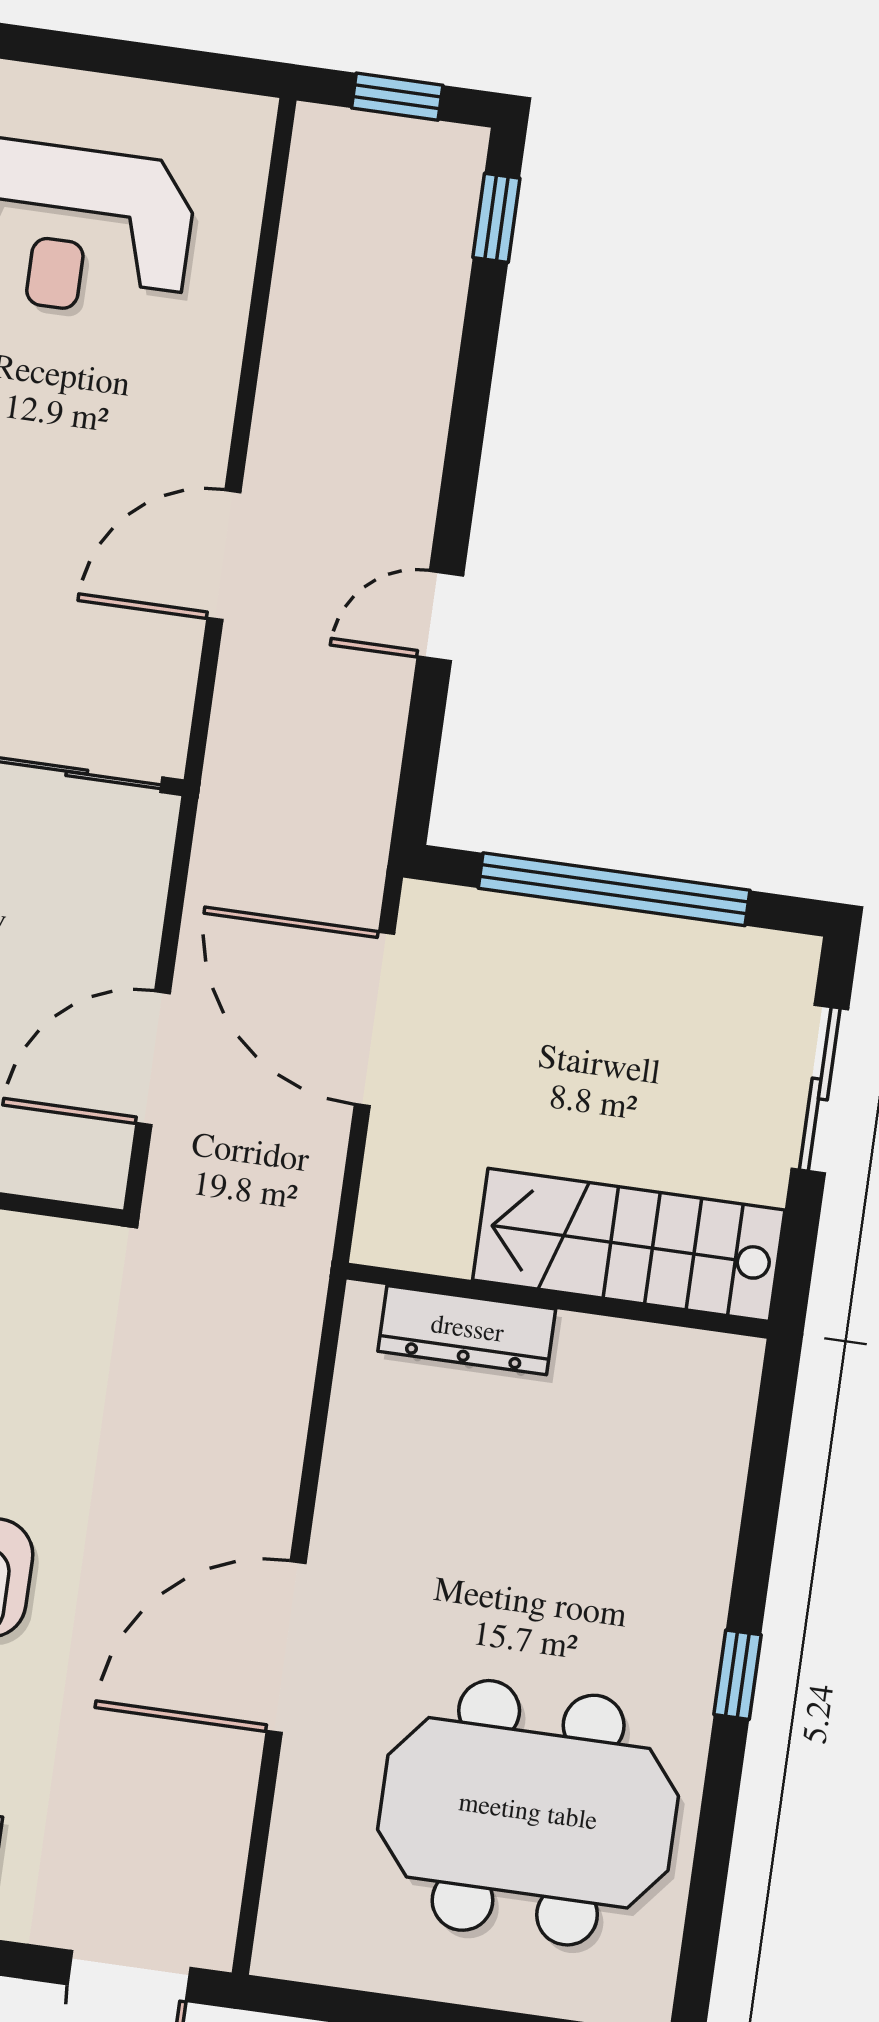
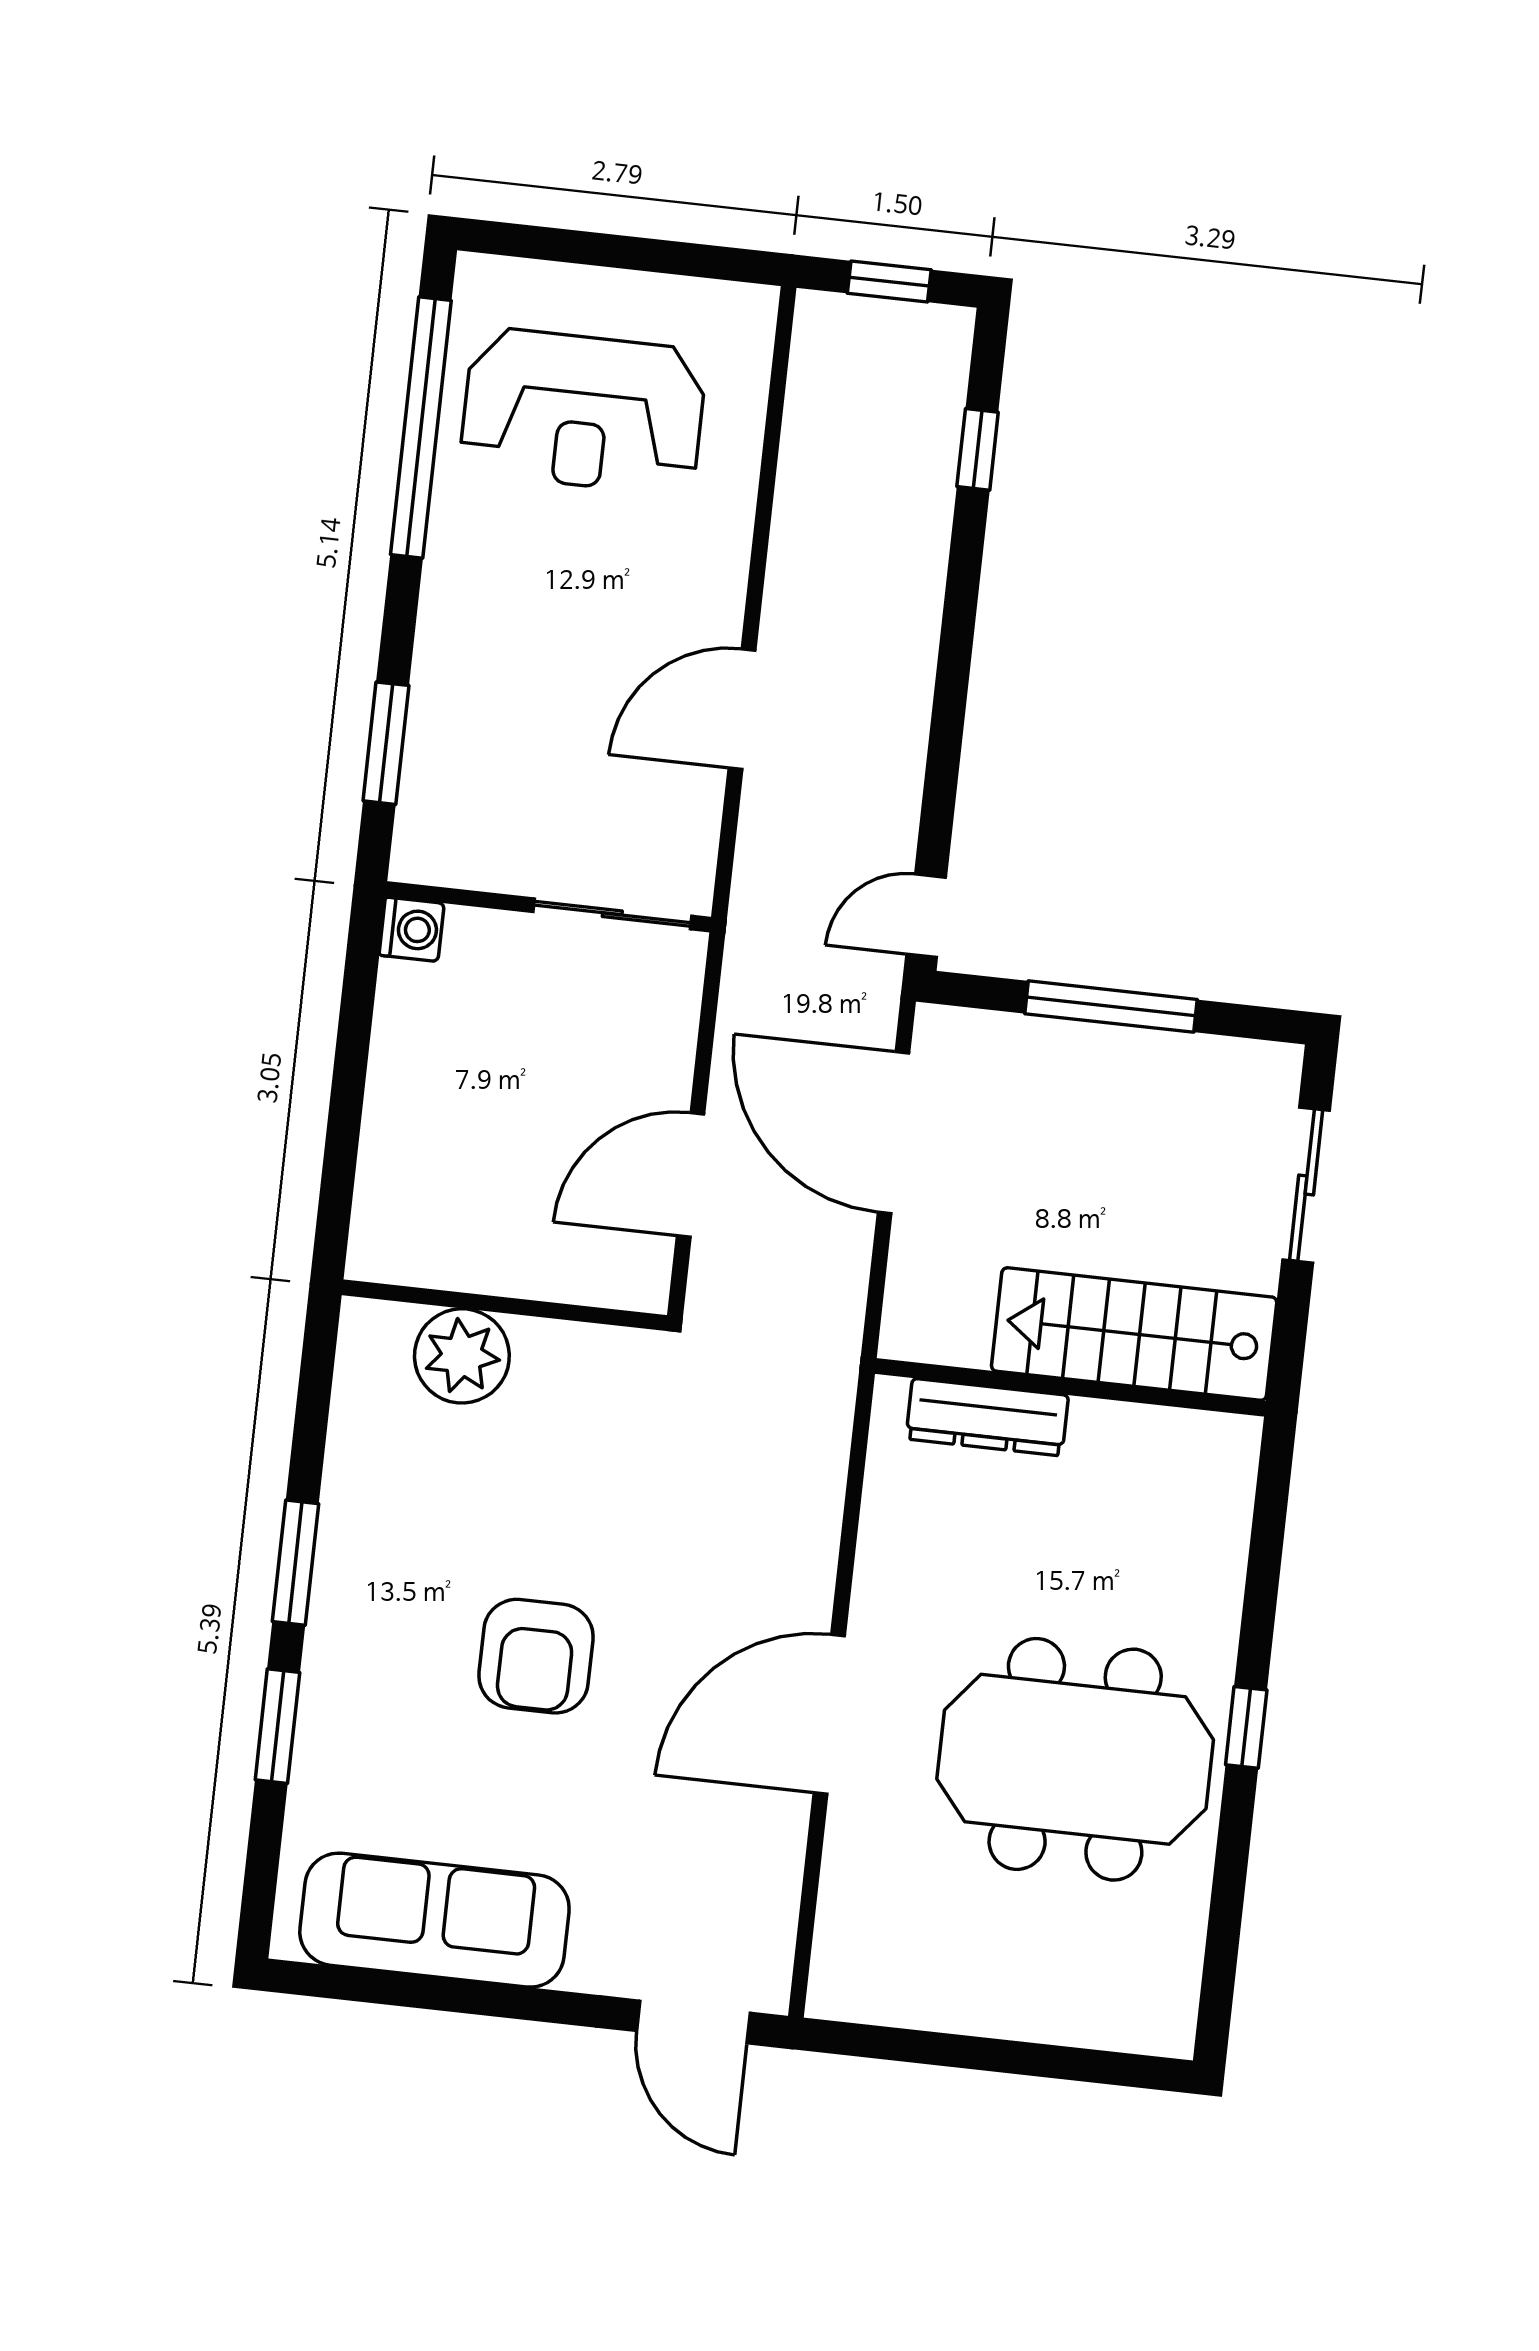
window: (496, 218) -> (978, 449), moved
door: (440, 616) -> (926, 916), moved
window: (614, 889) -> (1111, 1007), width x0.68
meeting table: (528, 1813) -> (1075, 1759), moved

